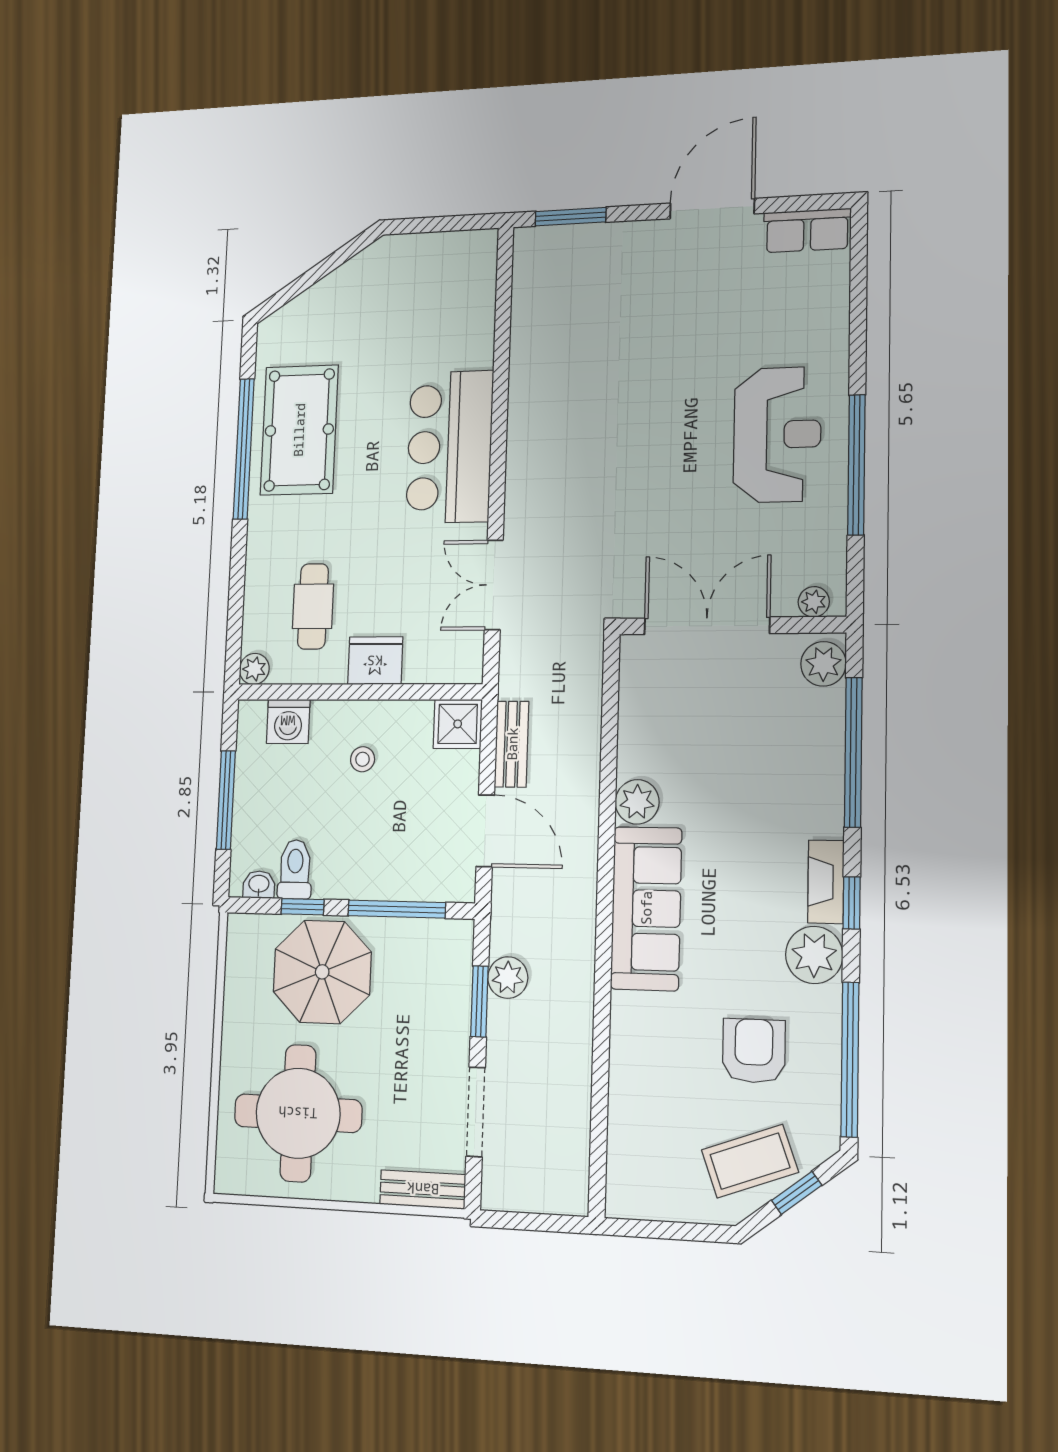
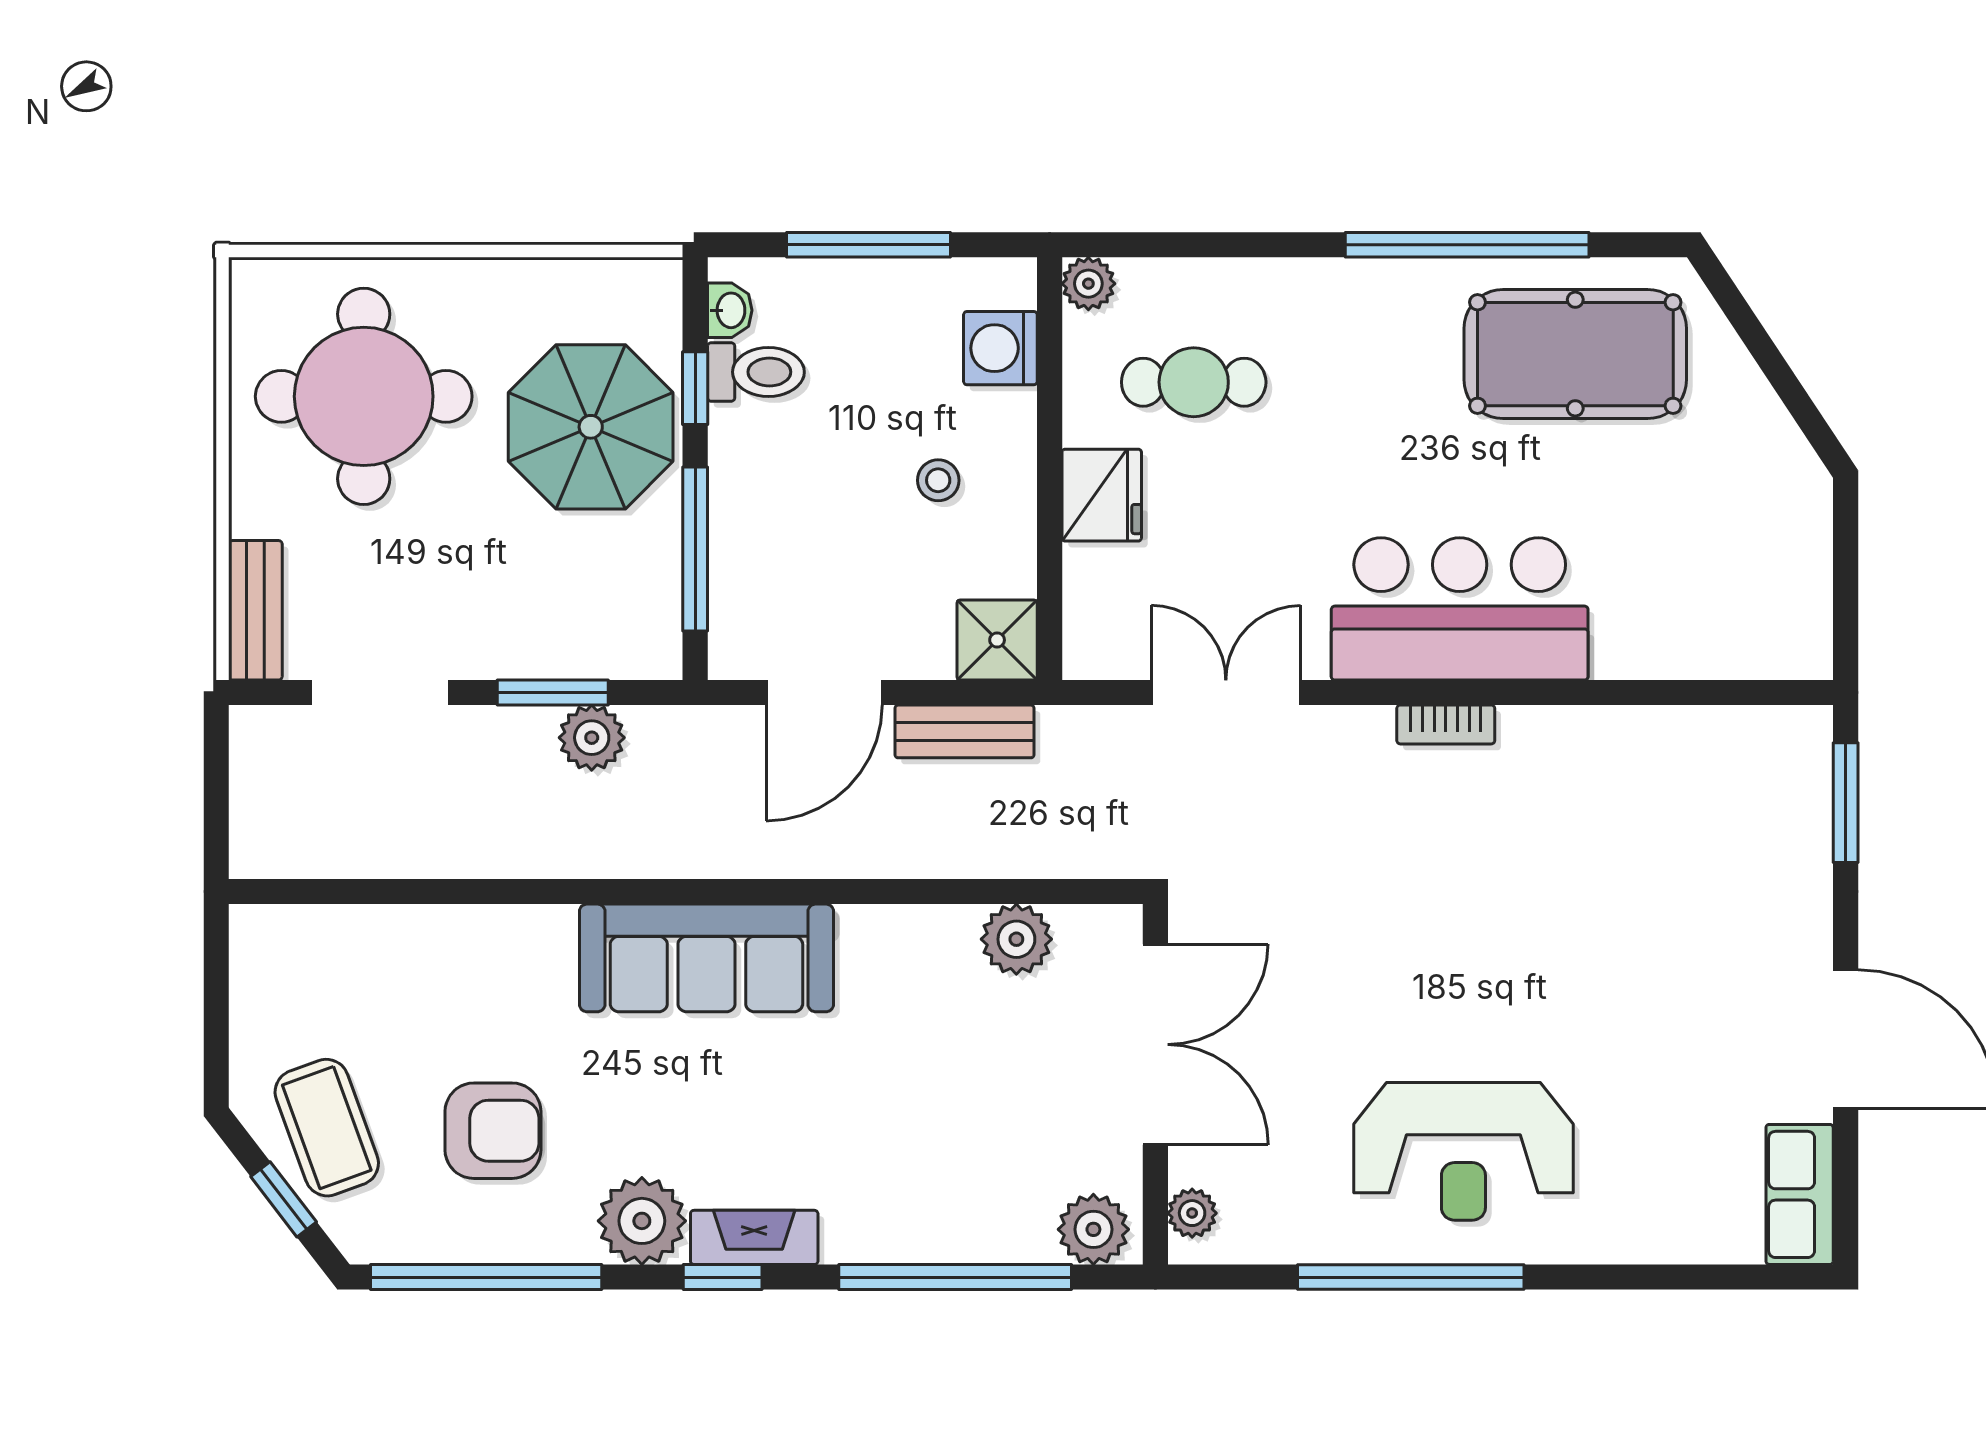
pool table: (299, 430) -> (1575, 354), moved
bookcase: (517, 453) -> (1446, 724), added
plant: (637, 802) -> (1016, 939), moved

